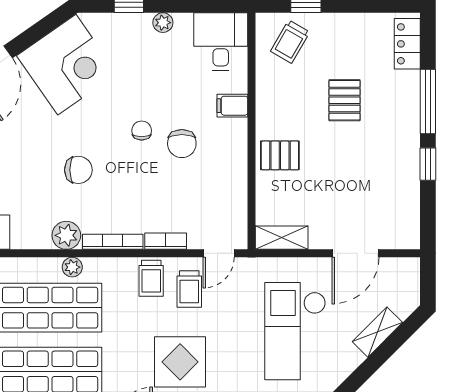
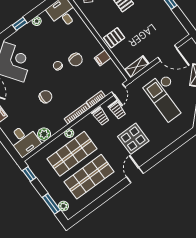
filing cabinet: (232, 106) -> (103, 58), moved
plant: (66, 235) -> (44, 134), moved
door: (355, 253) -> (167, 53), hinge flipped

